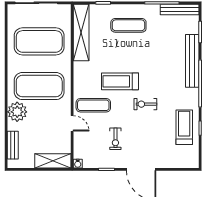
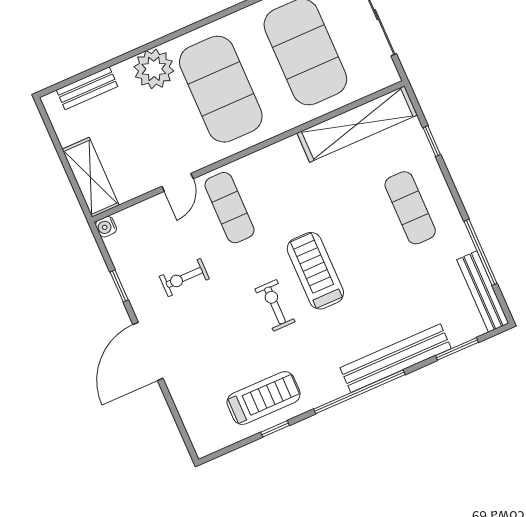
treadmill: (120, 81) -> (315, 271), moved

